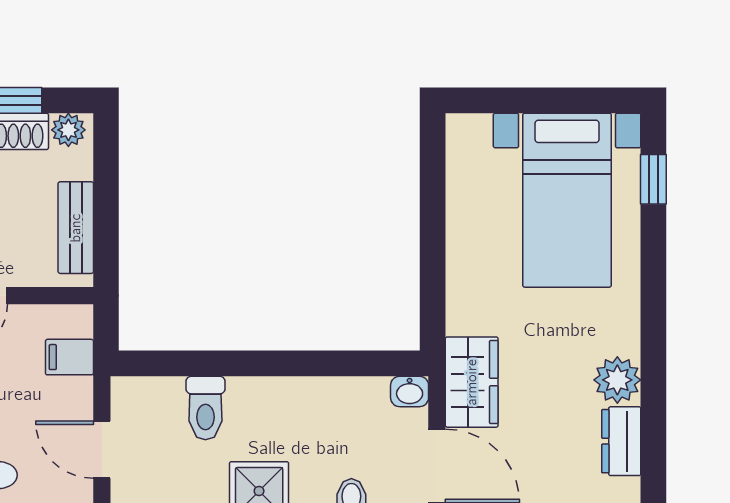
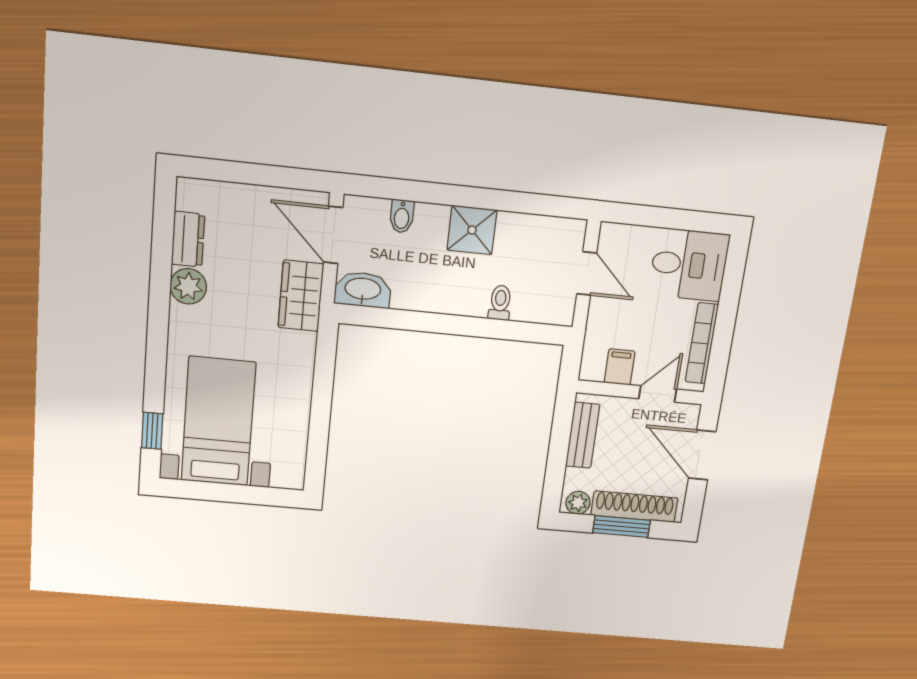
filing cabinet: (69, 357) -> (620, 367), moved, turned -90
washbasin: (410, 391) -> (363, 290), width x1.91, depth x1.45
toilet: (205, 408) -> (500, 303), width x0.73, depth x0.72

